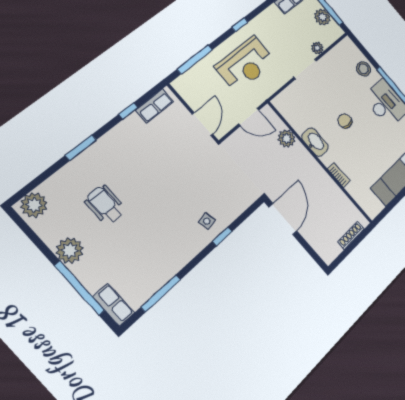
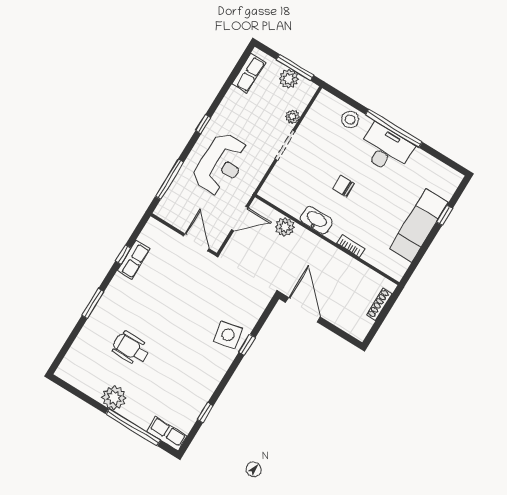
row of seats: (155, 106) -> (134, 260), moved
plant: (34, 205) -> (71, 367), removed
side table: (207, 221) -> (228, 335), width x1.87, depth x1.87
window: (161, 293) -> (205, 413), width x0.46

